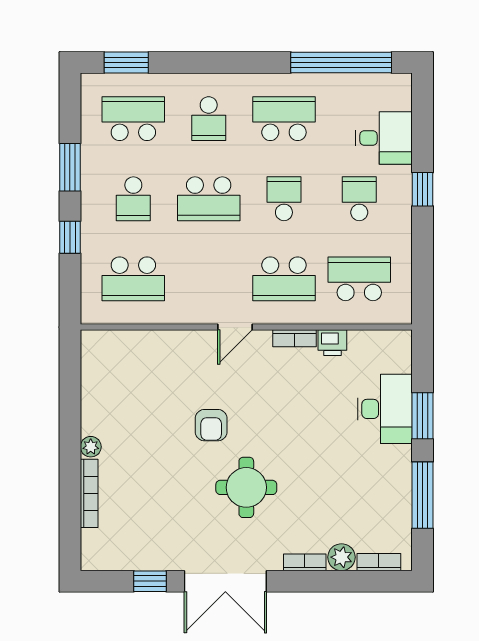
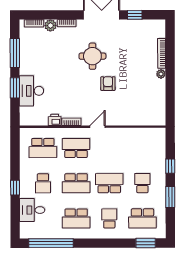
school desk: (284, 199) -> (76, 183), width x1.85
school desk: (133, 279) -> (142, 148), removed

